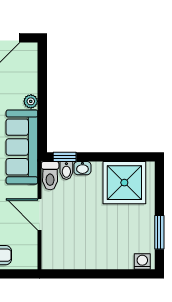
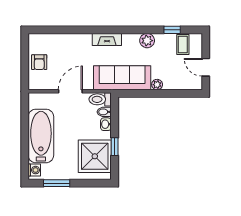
window: (65, 157) -> (115, 147), moved
bathtub: (98, 253) -> (41, 136), added

